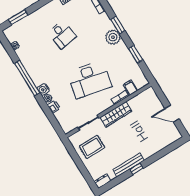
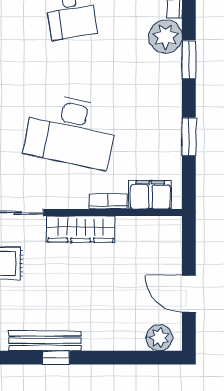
plant: (113, 37) -> (165, 37), moved
filing cabinet: (130, 88) -> (150, 195), width x2.00
plant: (171, 137) -> (159, 338), added

